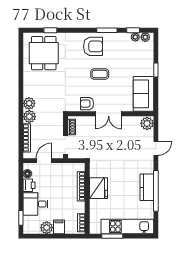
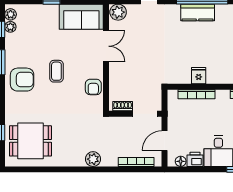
armchair: (93, 46) -> (22, 80), turned 90
double door: (109, 114) -> (106, 46), moved
plant: (29, 117) -> (109, 159), removed
door: (44, 161) -> (164, 141), hinge flipped
fridge: (98, 188) -> (199, 76), width x0.53, depth x0.75

